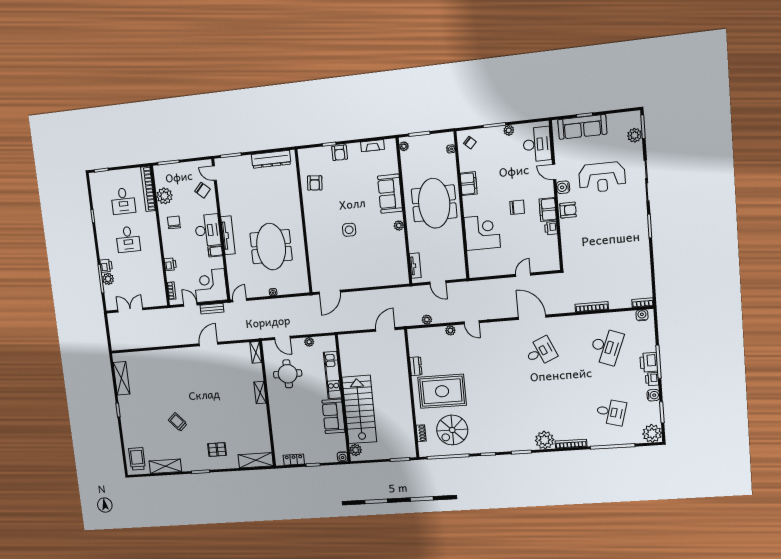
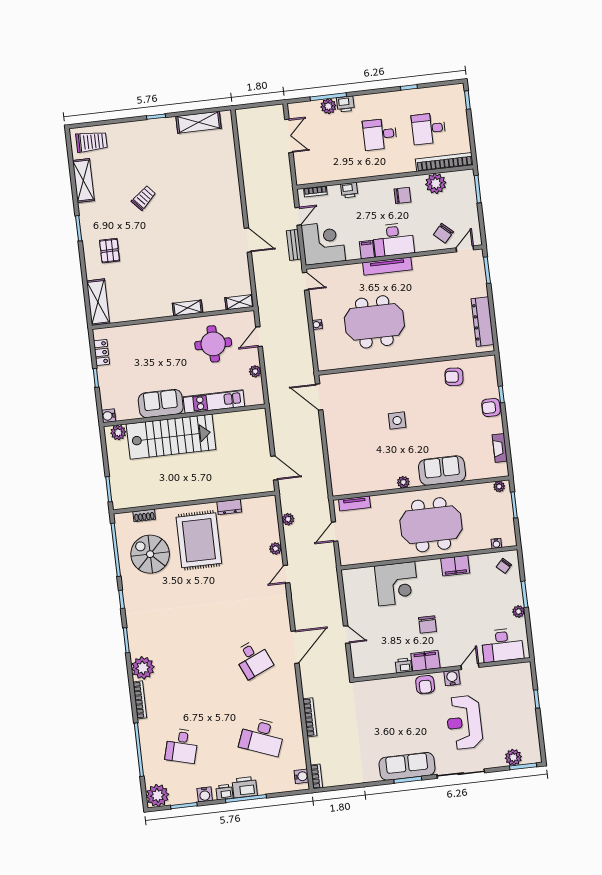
sofa: (582, 127) -> (407, 766), moved, turned 90

